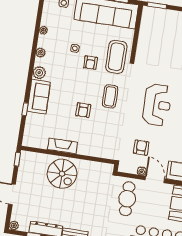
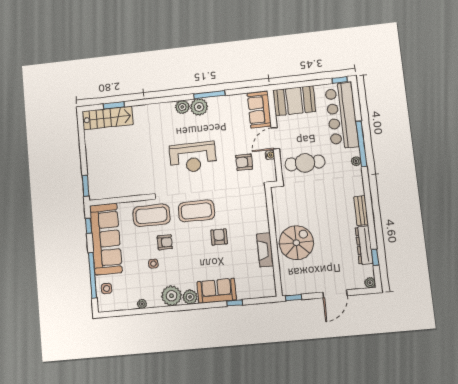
plant: (41, 53) -> (172, 296), width x1.87, depth x1.87
coffee table: (110, 96) -> (196, 211), width x1.36, depth x1.32
reception desk: (157, 105) -> (193, 157), turned 180
armchair: (83, 110) -> (219, 237), turned -90

